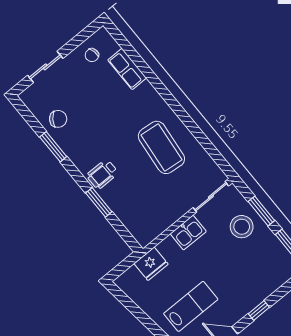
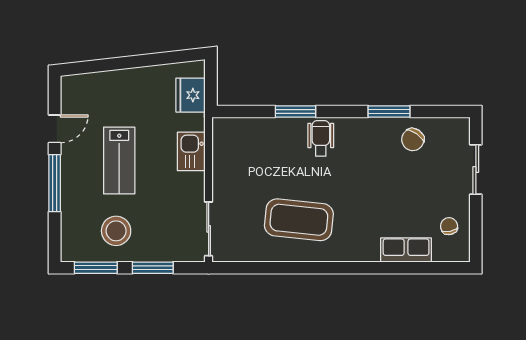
stool: (242, 227) -> (116, 231), moved
kitchen sink: (188, 233) -> (191, 151), moved
fridge: (151, 264) -> (191, 95), moved
lab bench: (191, 306) -> (119, 160), moved
window: (259, 310) -> (55, 183), width x2.17

